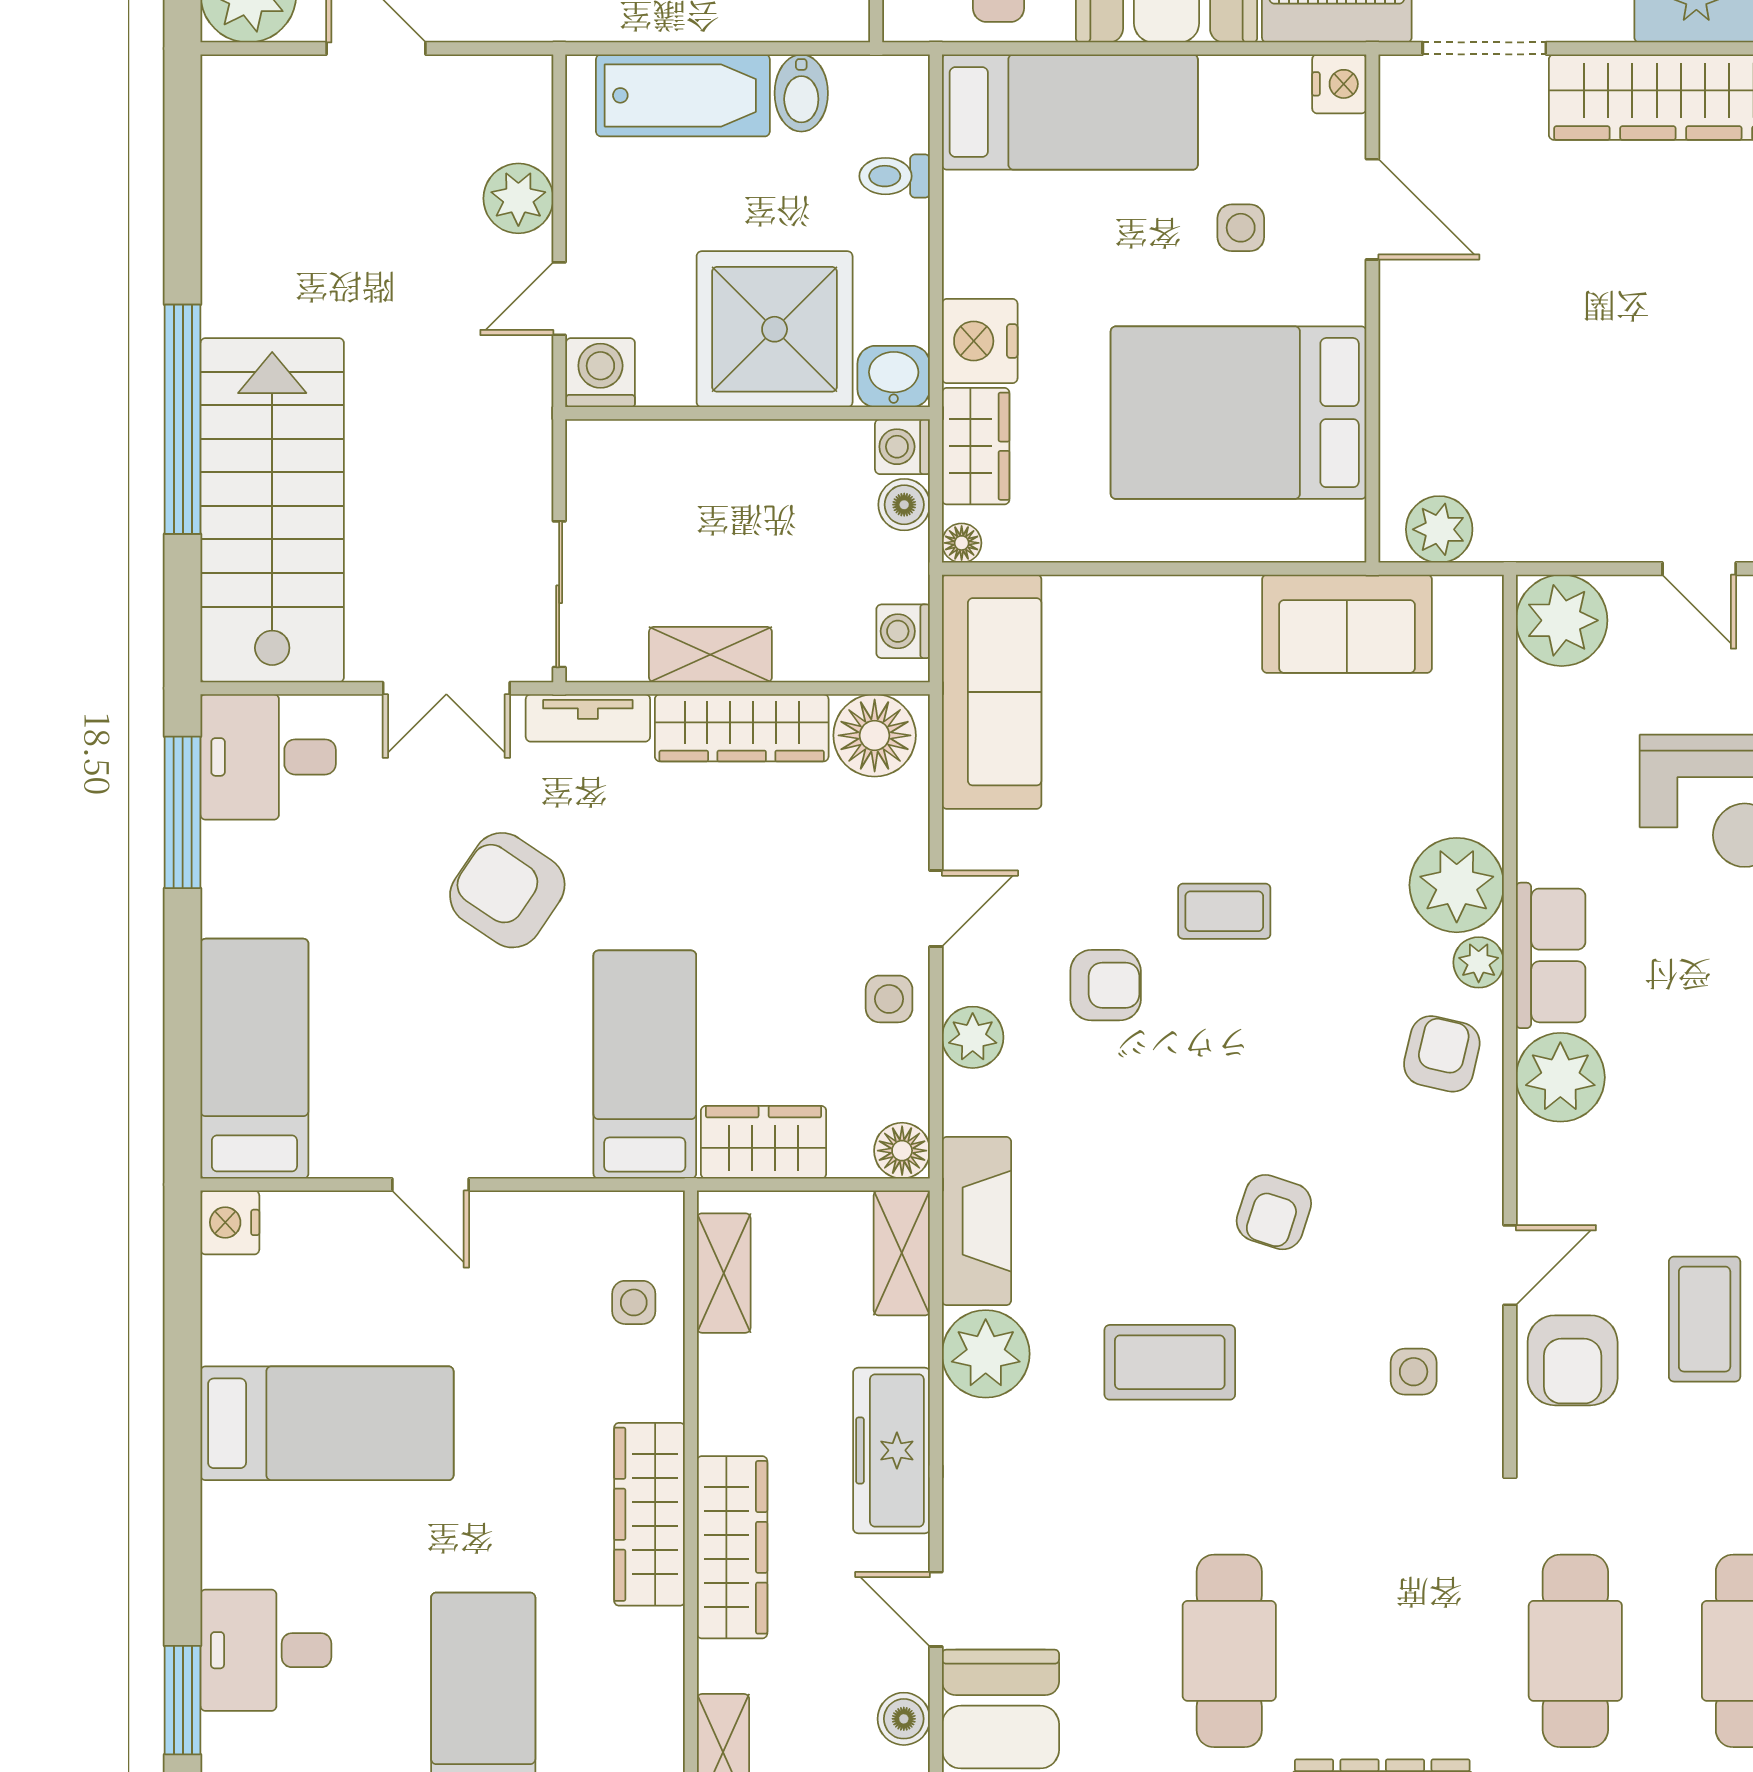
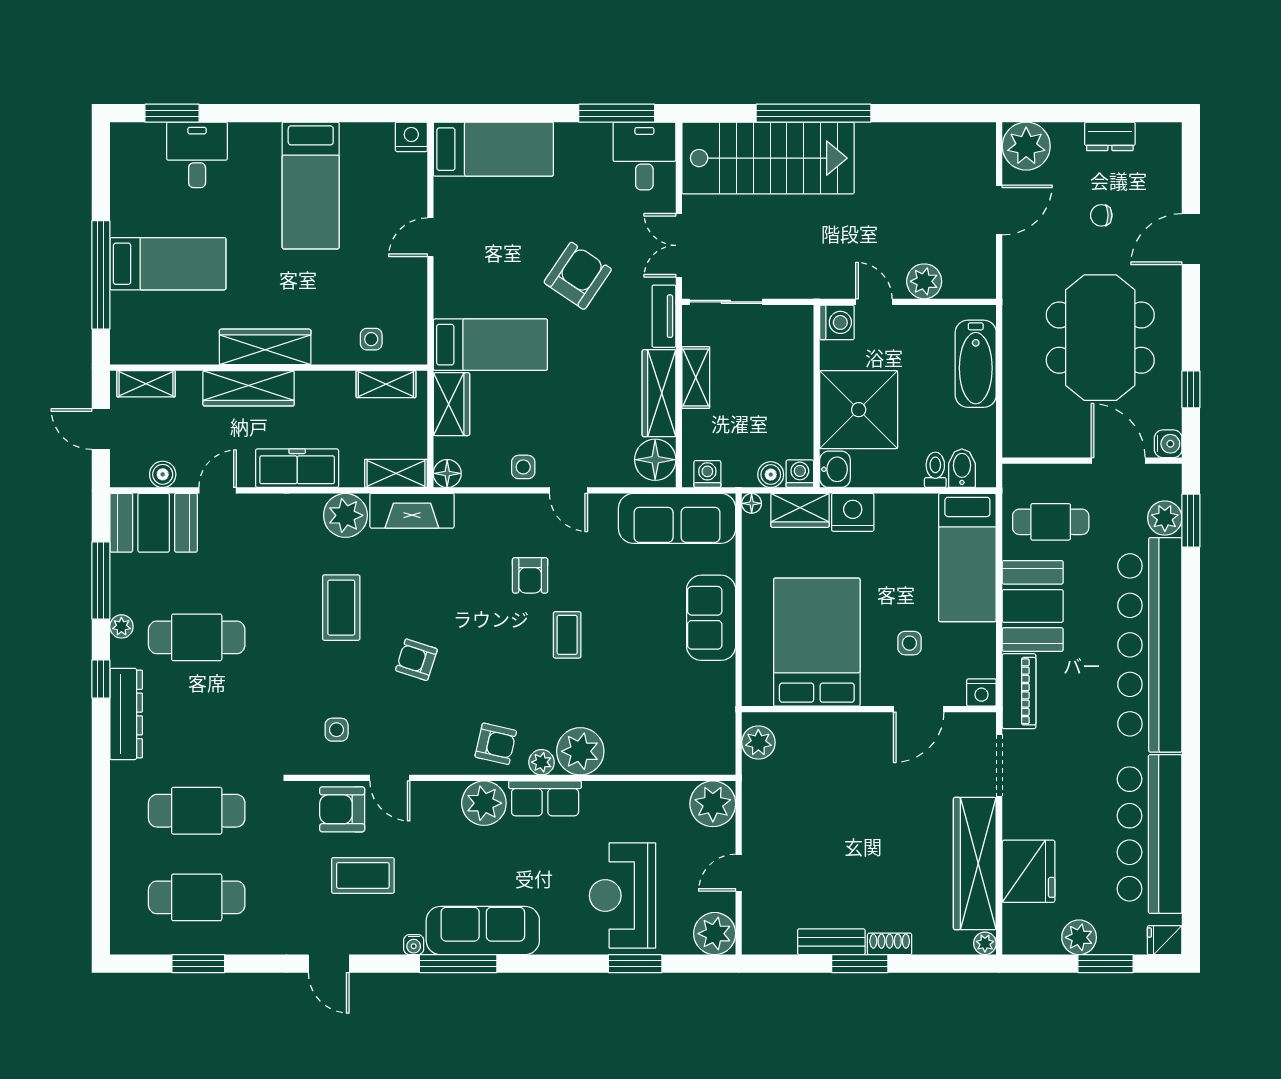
bidet: (801, 93) -> (962, 468), moved, turned 90
sofa: (1347, 624) -> (711, 618), moved
plant: (973, 1037) -> (504, 509), removed

